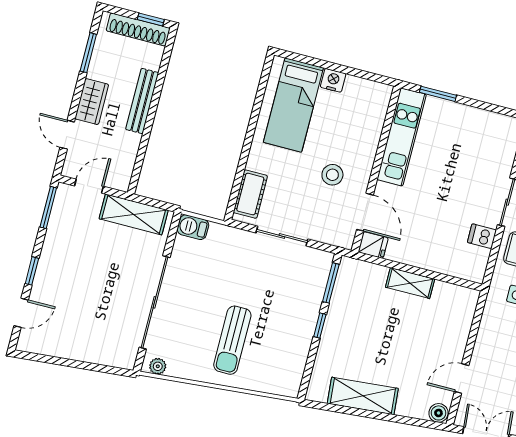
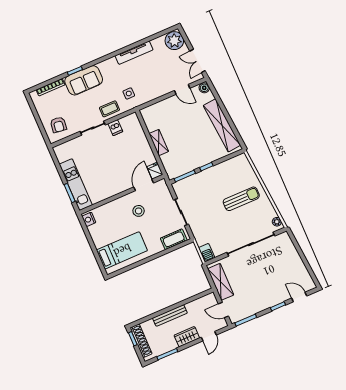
nightstand: (333, 80) -> (89, 219), moved
kitchen unit: (402, 137) -> (76, 185), moved, turned 90
shelving: (363, 396) -> (222, 125), width x1.47

